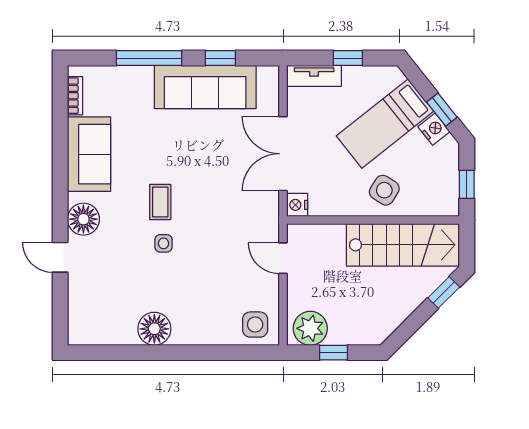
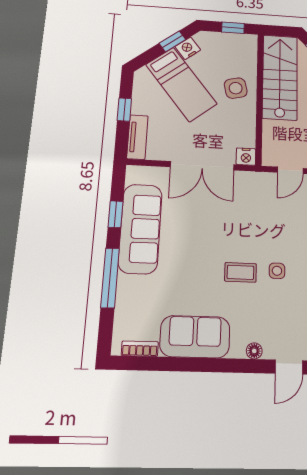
side table: (384, 190) -> (236, 88), turned 45
floor lamp: (83, 219) -> (254, 351), width x0.53, depth x0.53

